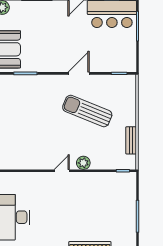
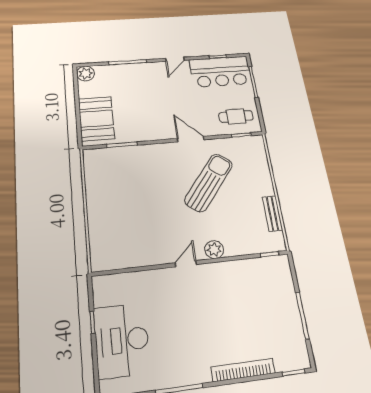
cafe table: (118, 57) -> (236, 116), added
door: (79, 73) -> (191, 139), hinge flipped
sun lounger: (87, 111) -> (209, 183), turned 106

